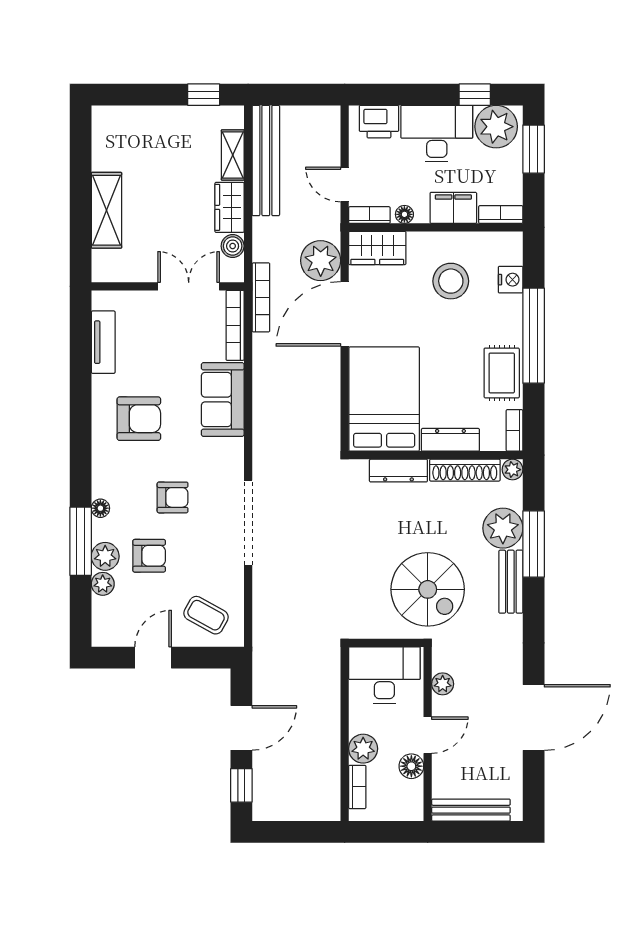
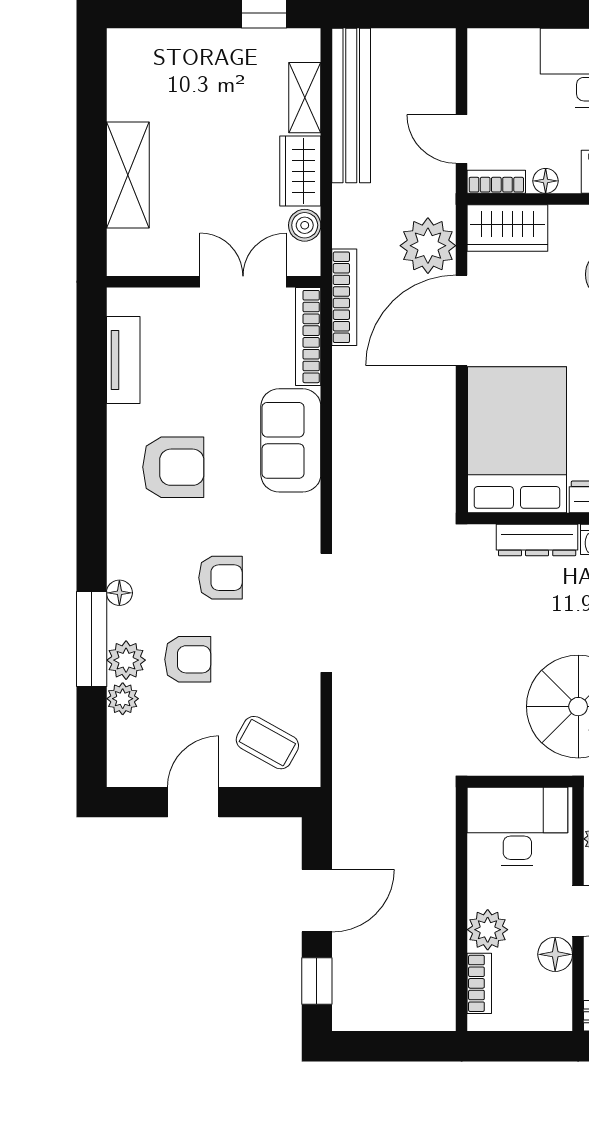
printer: (379, 122) -> (510, 51), removed

